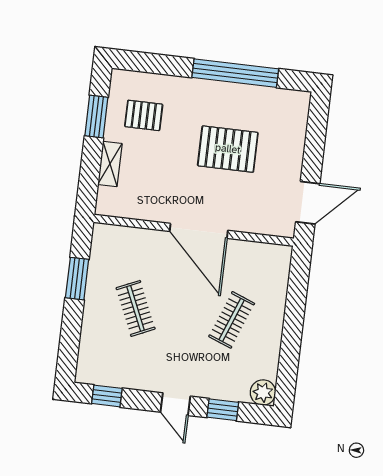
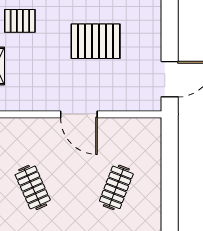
door: (199, 231) -> (79, 114), width x0.73

